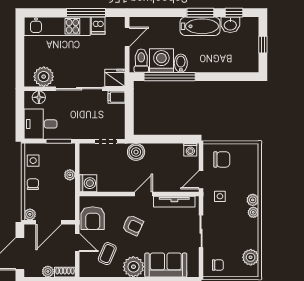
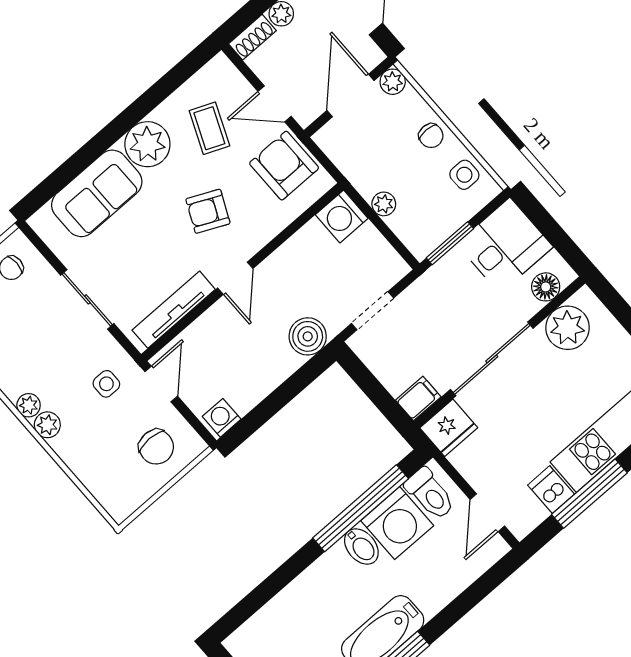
chair: (222, 159) -> (156, 447), turned -90

